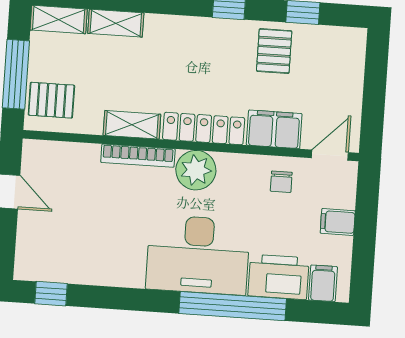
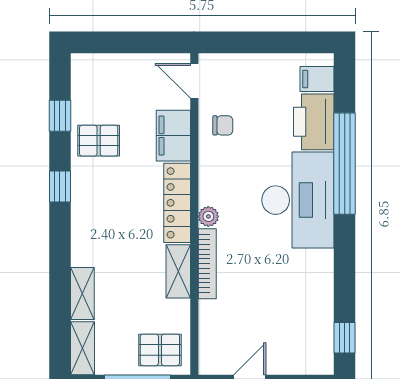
pallet: (51, 100) -> (160, 350), turned 90
plant: (196, 170) -> (208, 216), width x0.53, depth x0.53
filing cabinet: (338, 222) -> (258, 69), removed

